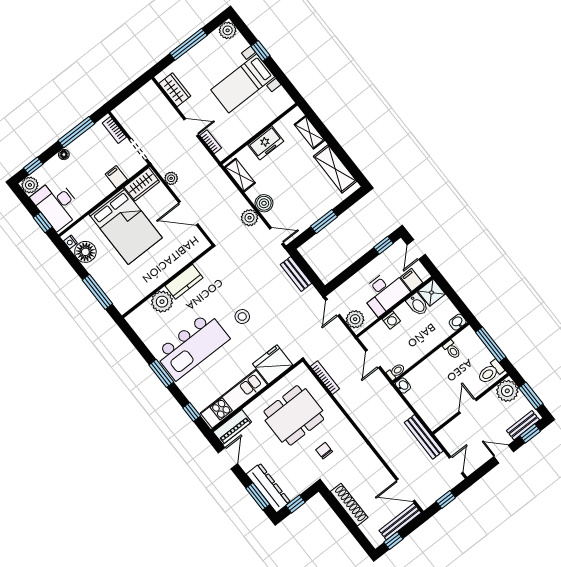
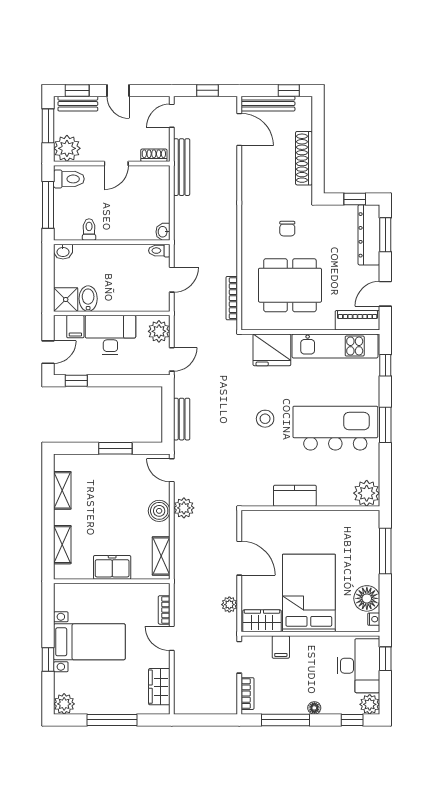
shelving: (335, 169) -> (62, 490), width x0.67, depth x0.75
plant: (162, 302) -> (367, 493), moved
washing machine: (391, 320) -> (125, 303), removed
shoe rack: (448, 430) -> (154, 155), added

